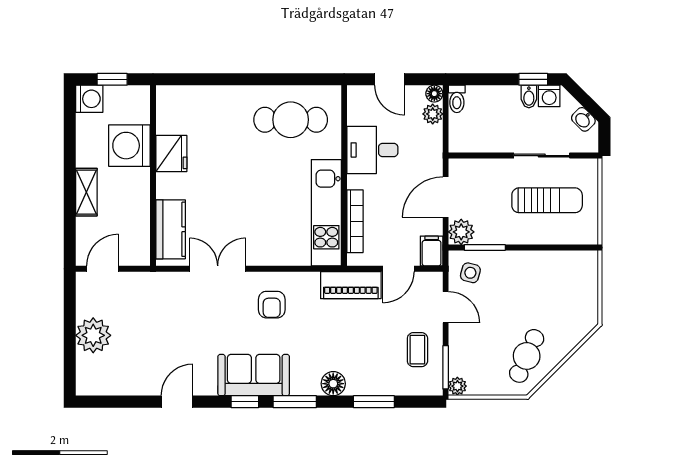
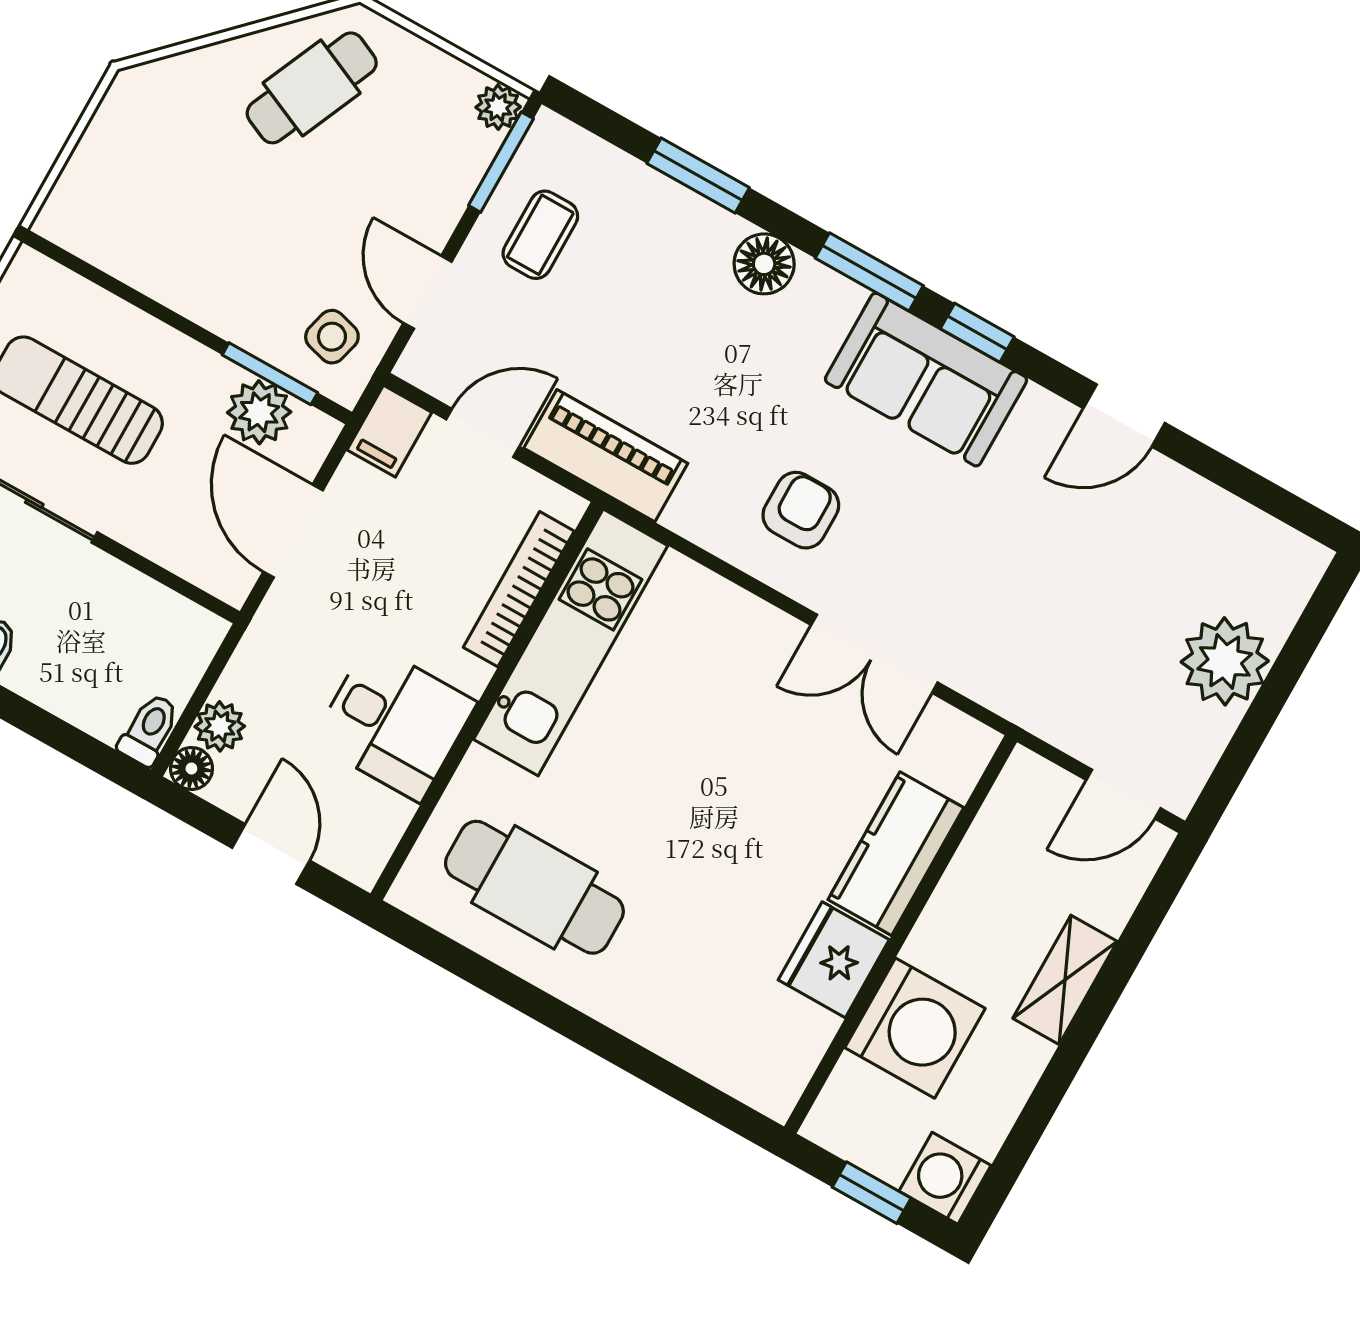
door: (446, 197) -> (293, 531), swing flipped
kitchen counter: (171, 229) -> (896, 854), moved
plant: (461, 232) -> (259, 412), moved

